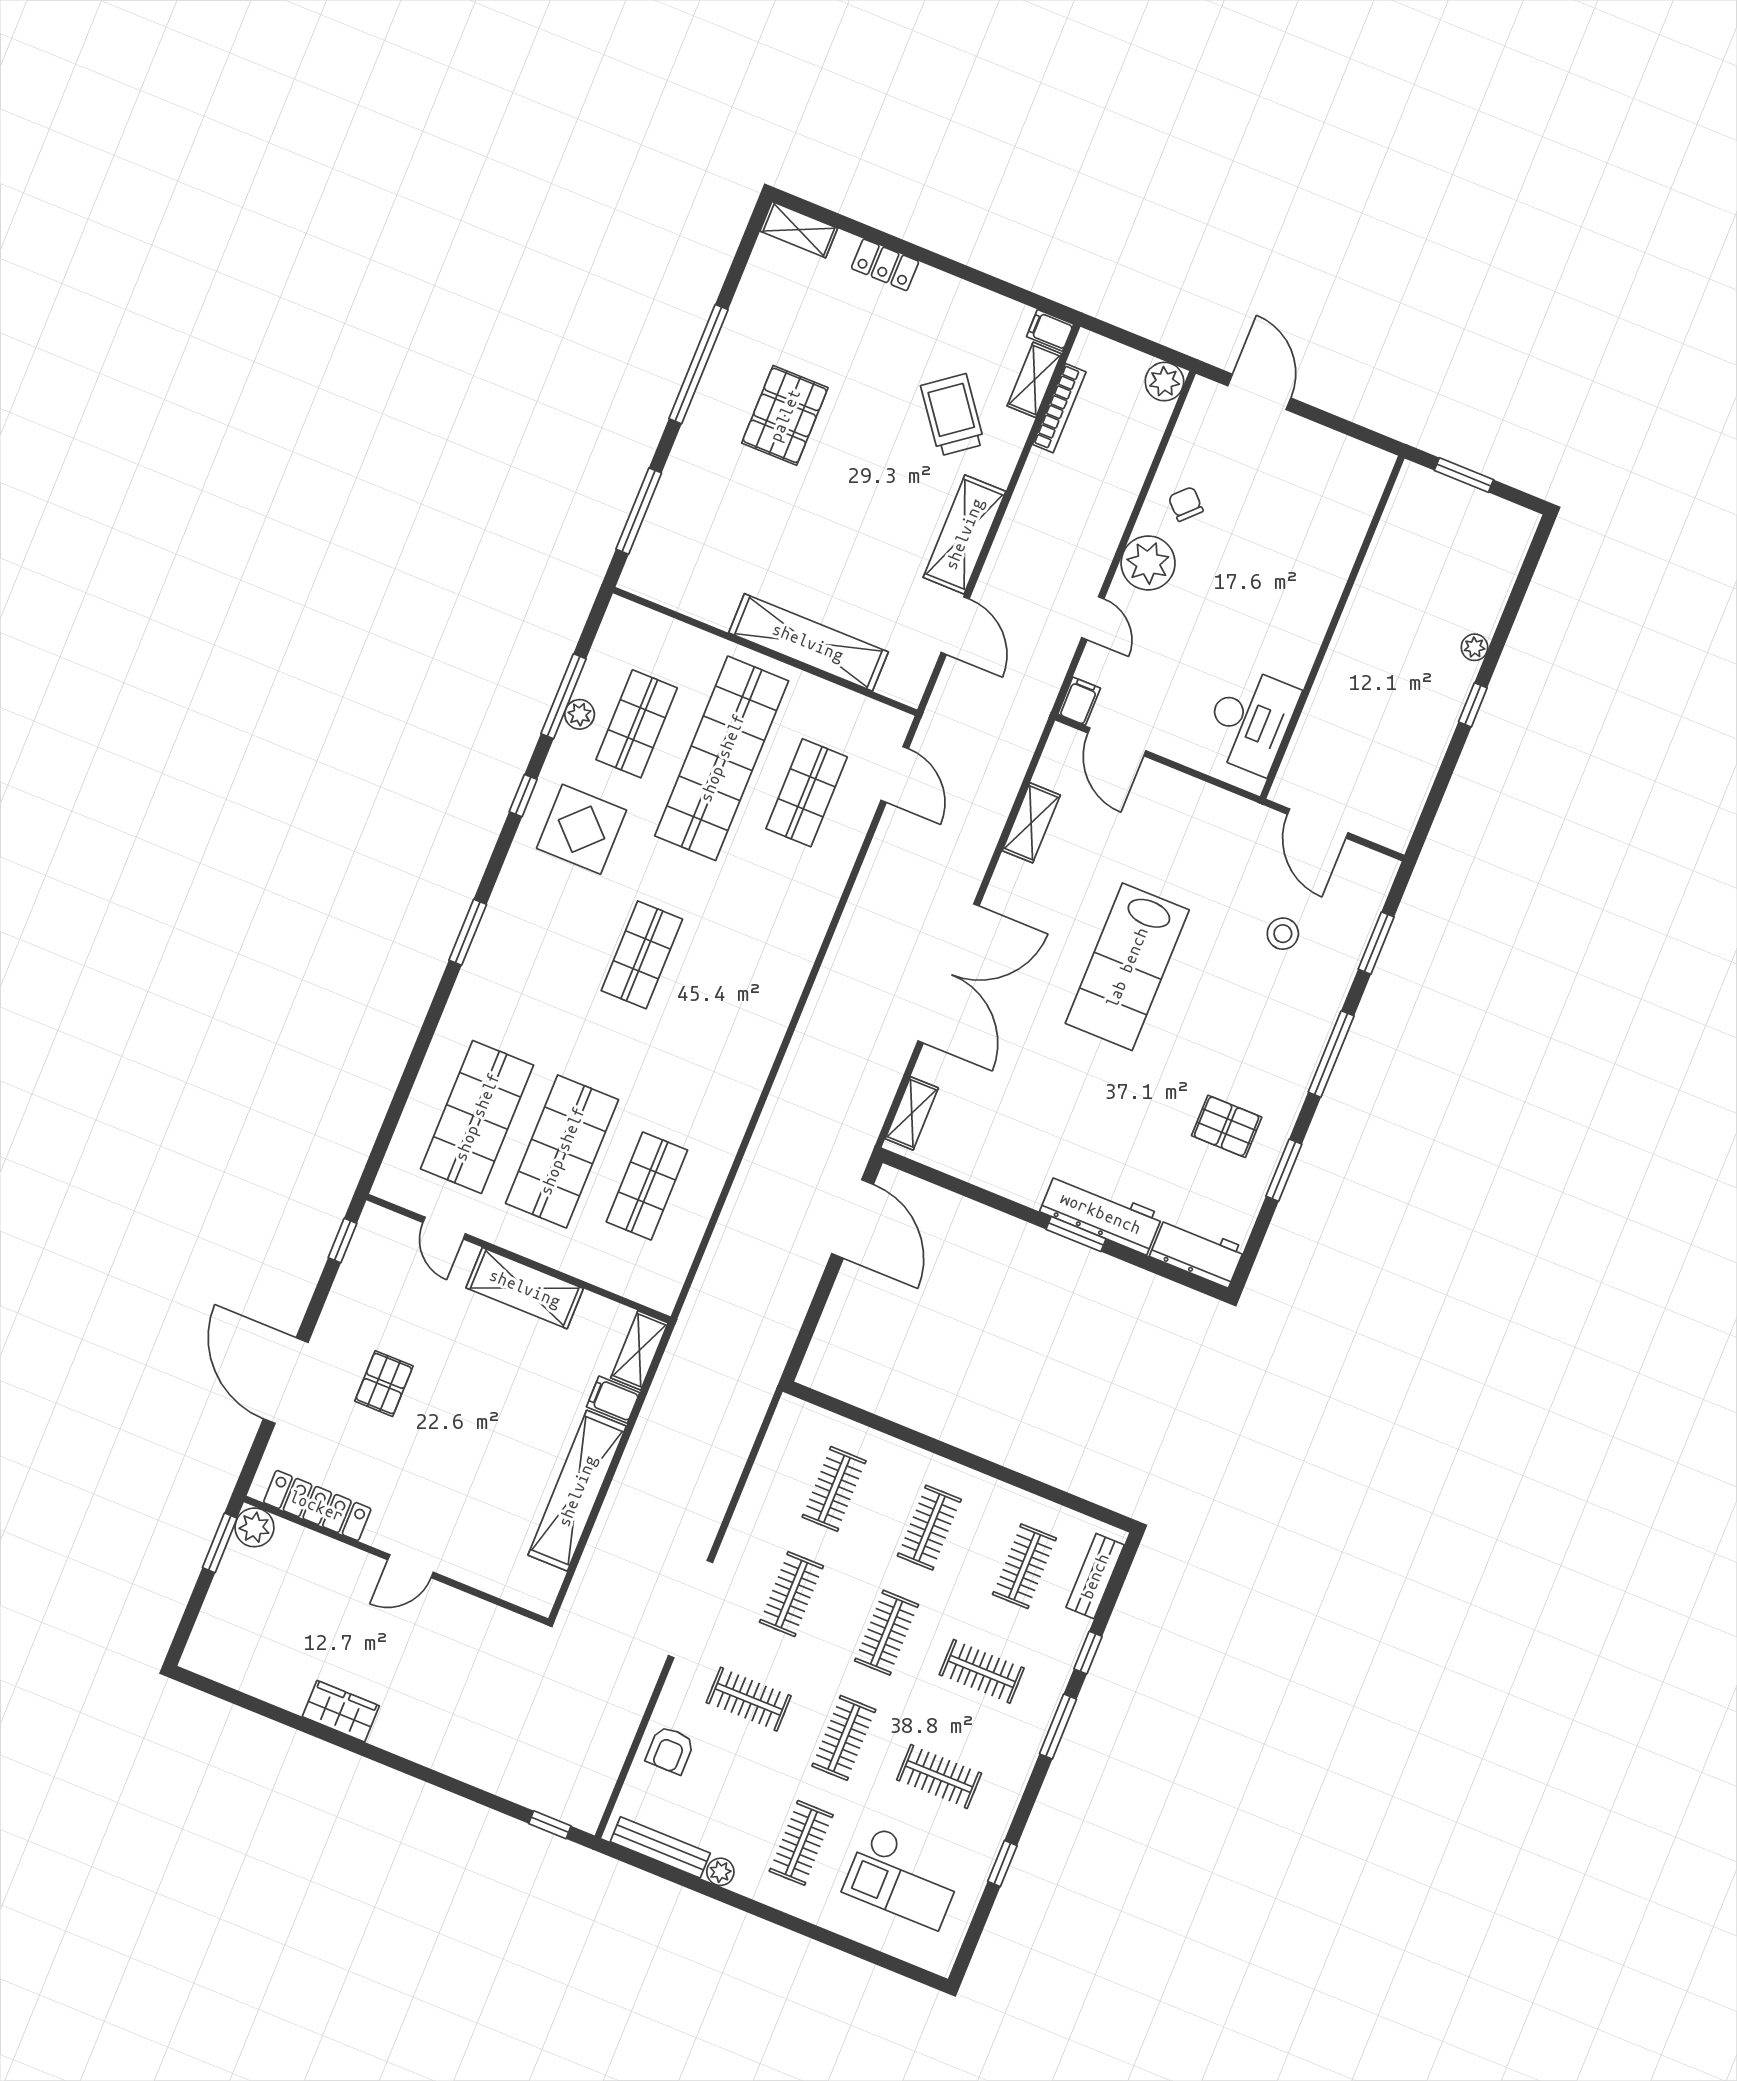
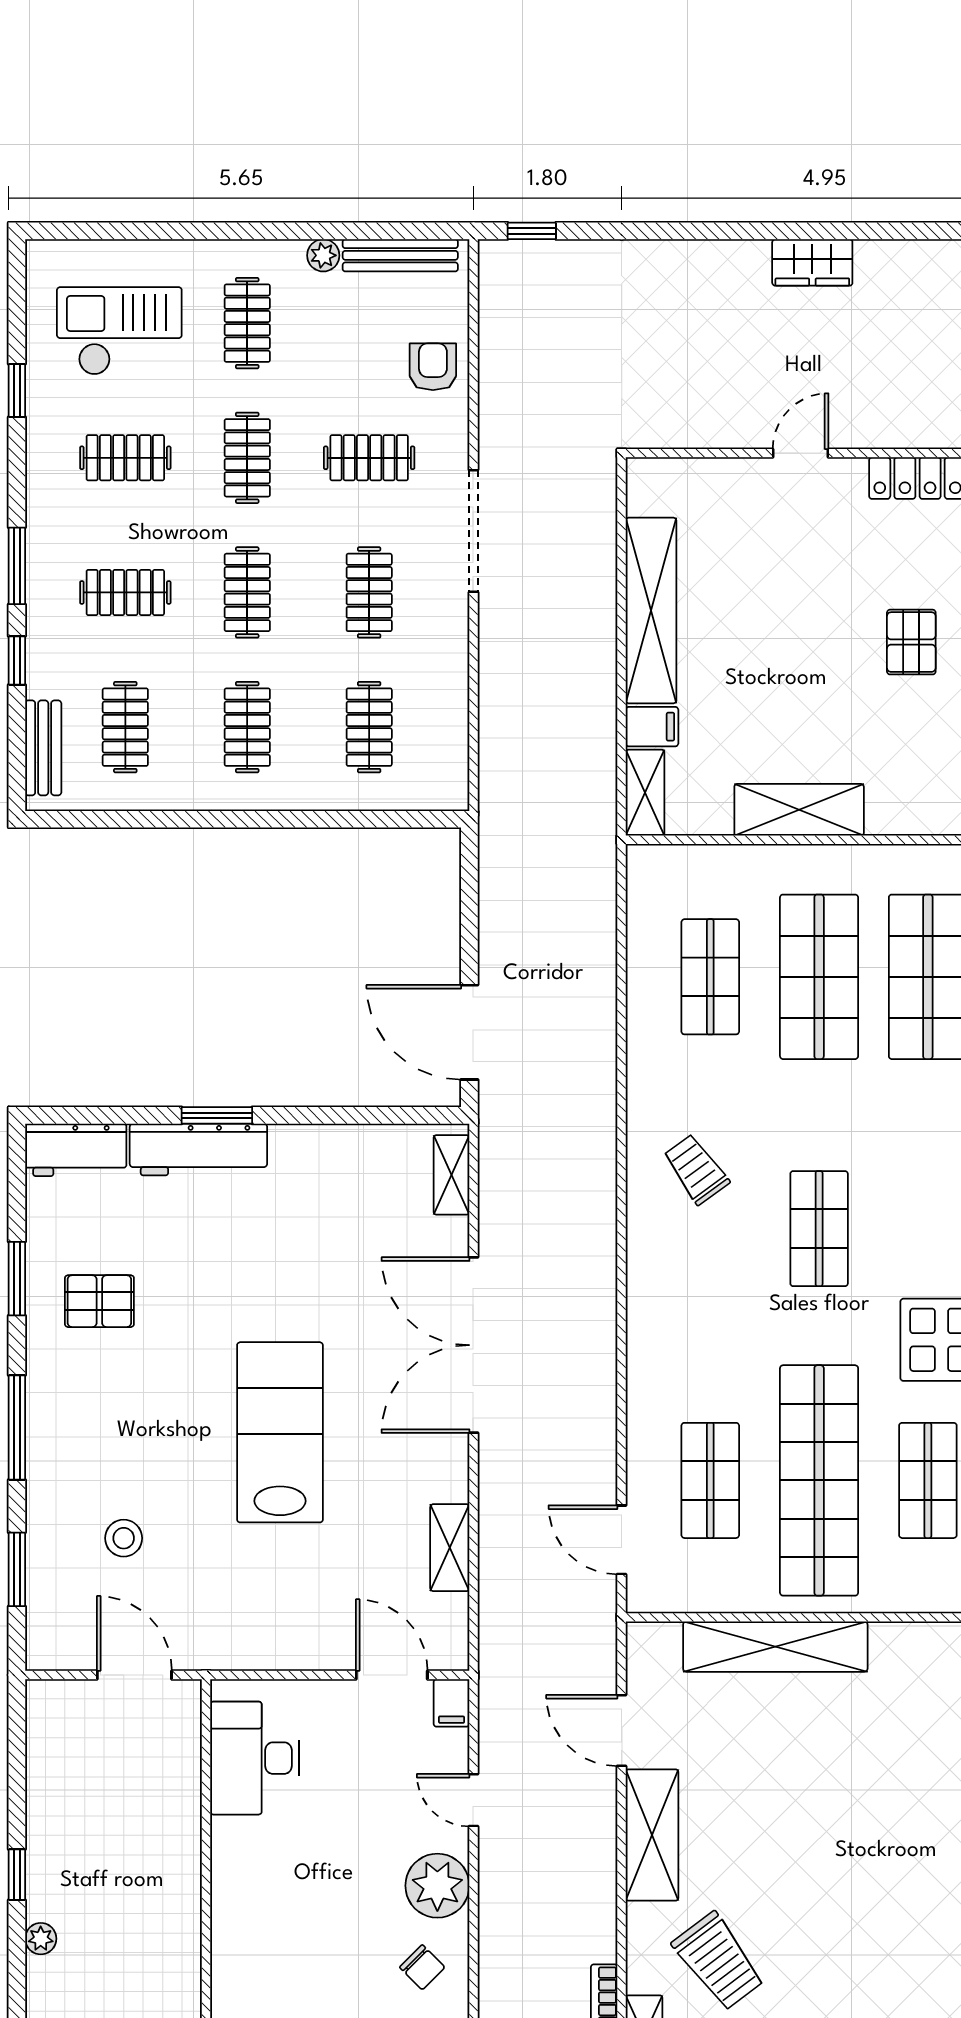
pallet: (785, 415) -> (903, 1886), removed
trolley: (719, 1040) -> (696, 1169), added
door: (444, 1228) -> (914, 840), removed

